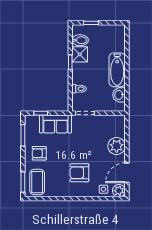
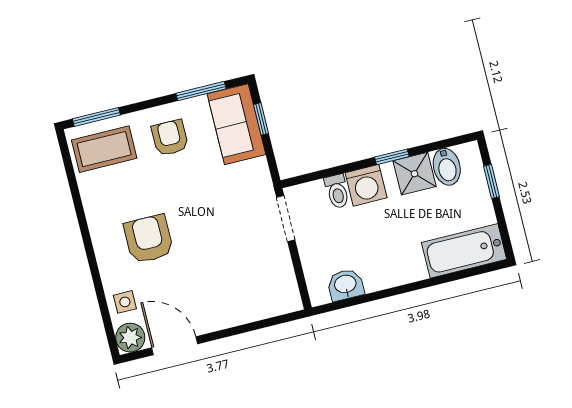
bathtub: (117, 70) -> (464, 251), moved
washing machine: (79, 76) -> (366, 185), added
sofa: (55, 124) -> (236, 124), moved
plant: (117, 146) -> (229, 307), removed

